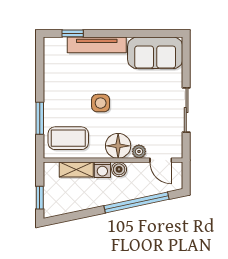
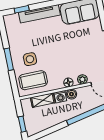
side table: (101, 103) -> (30, 59), moved
window: (40, 118) -> (9, 59), moved
floor lamp: (118, 146) -> (68, 82), width x0.53, depth x0.53

